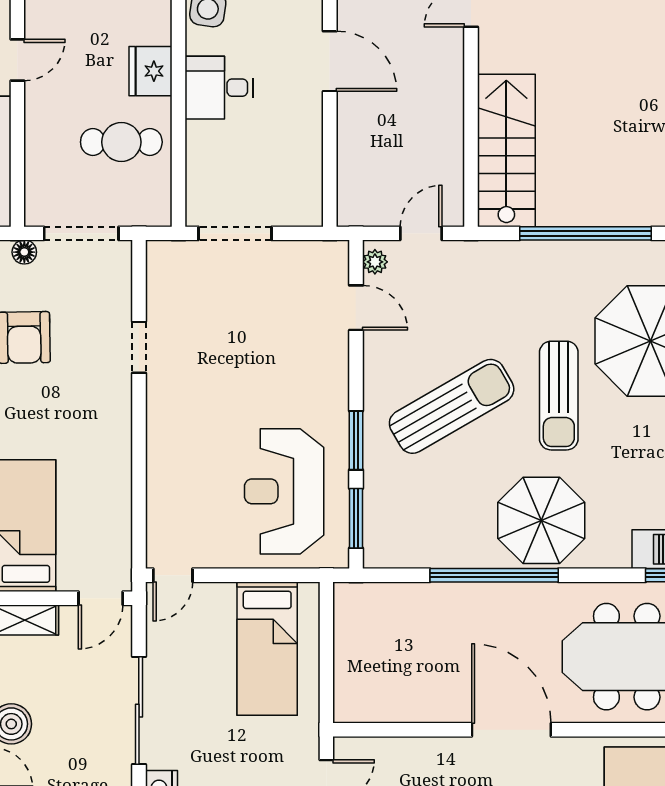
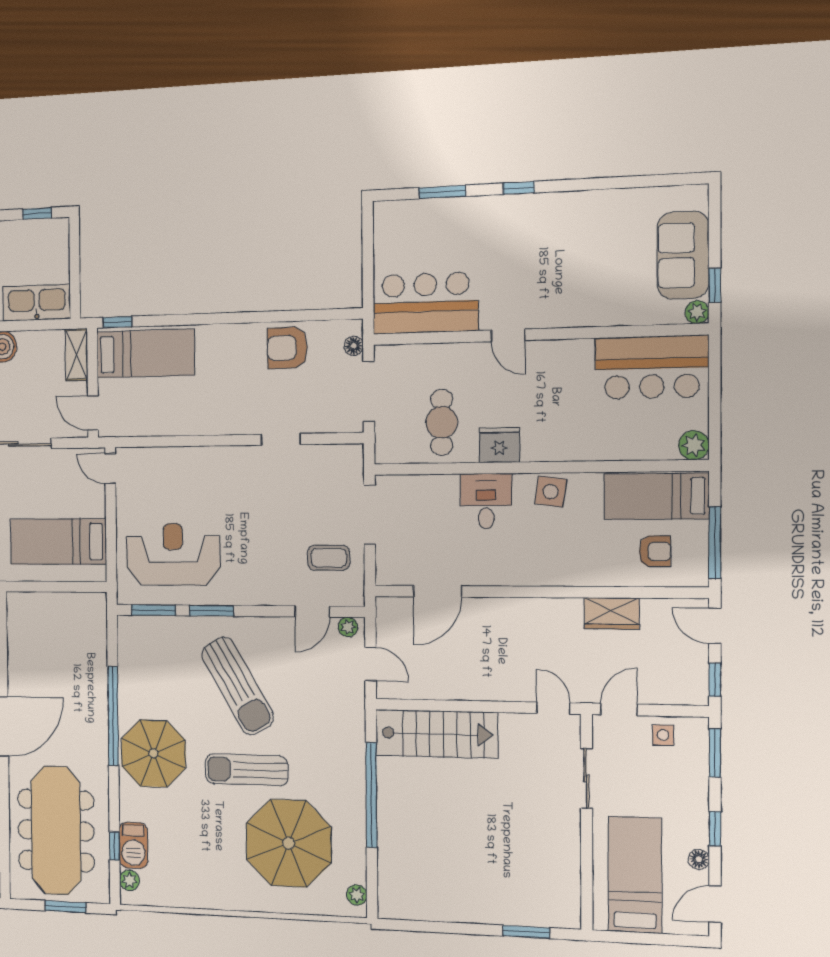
door: (330, 61) -> (437, 591), moved
coffee table: (288, 286) -> (329, 558), added

